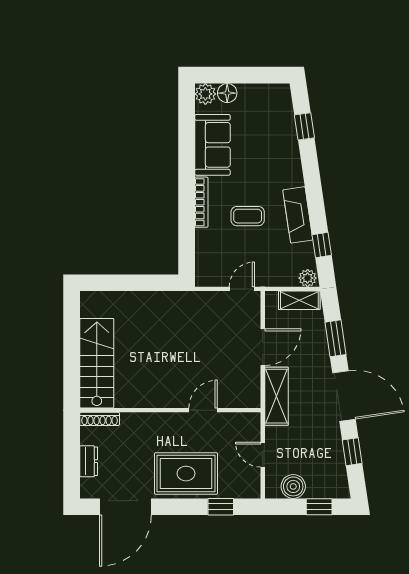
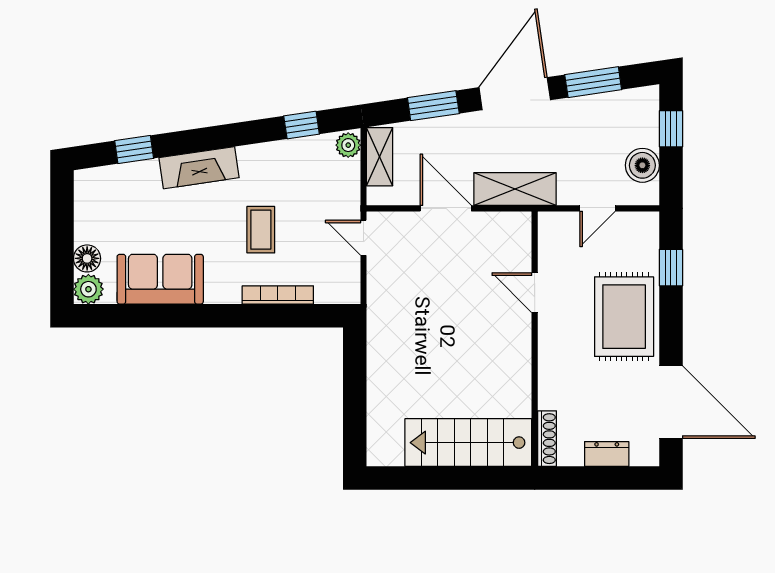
bookcase: (201, 202) -> (278, 295), moved
fireplace: (298, 215) -> (199, 168), moved
window: (352, 452) -> (593, 82), width x1.50

